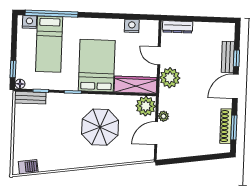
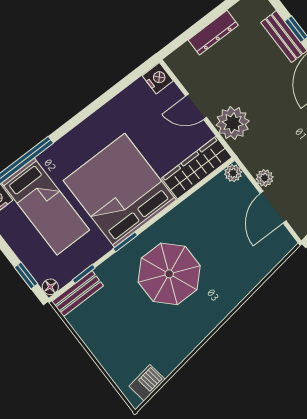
nightstand: (132, 26) -> (158, 78), moved, turned 90
dresser: (178, 27) -> (213, 33), moved
bed: (97, 66) -> (120, 190), width x1.36
plant: (146, 106) -> (233, 173), width x0.53, depth x0.53
parasol: (100, 127) -> (169, 274), moved

